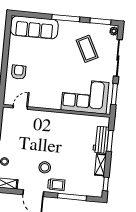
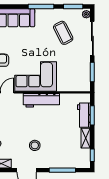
corner sofa: (85, 96) -> (36, 77), moved
workbench: (57, 119) -> (41, 100), added
trolley: (56, 185) -> (47, 160), removed

